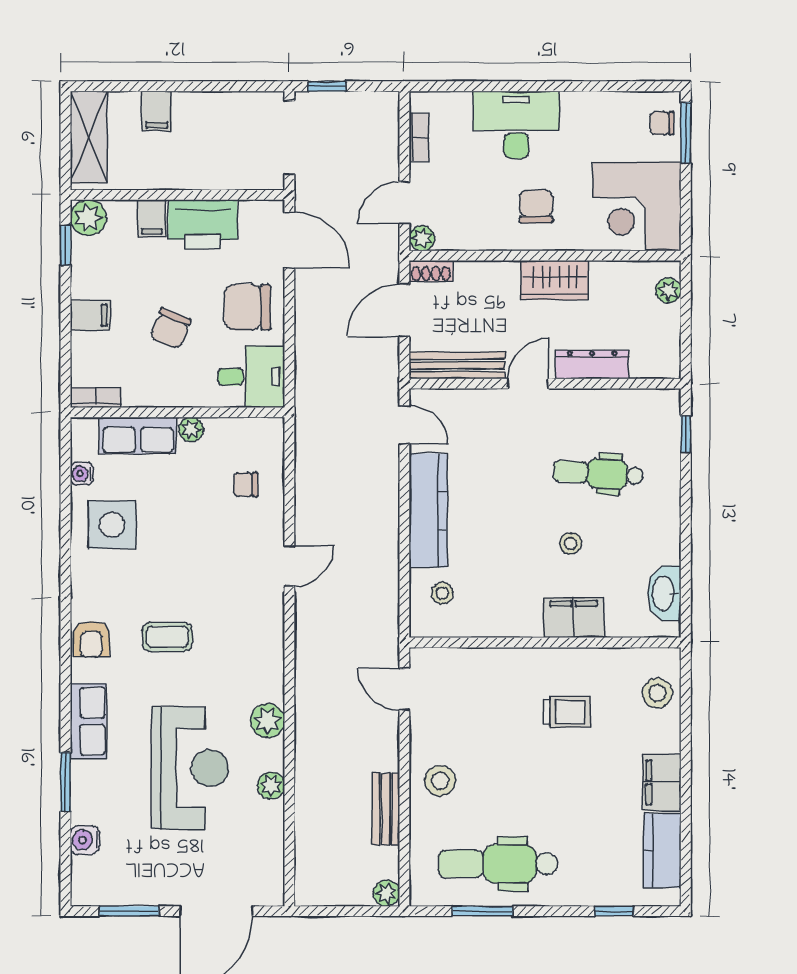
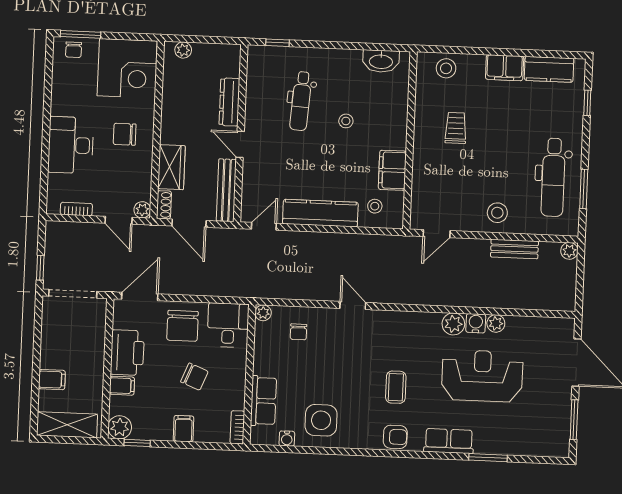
wardrobe: (555, 280) -> (171, 167), moved
plant: (191, 429) -> (263, 313), moved
filing cabinet: (574, 618) -> (392, 170), moved
water cooler: (85, 840) -> (476, 323), moved, turned 180

